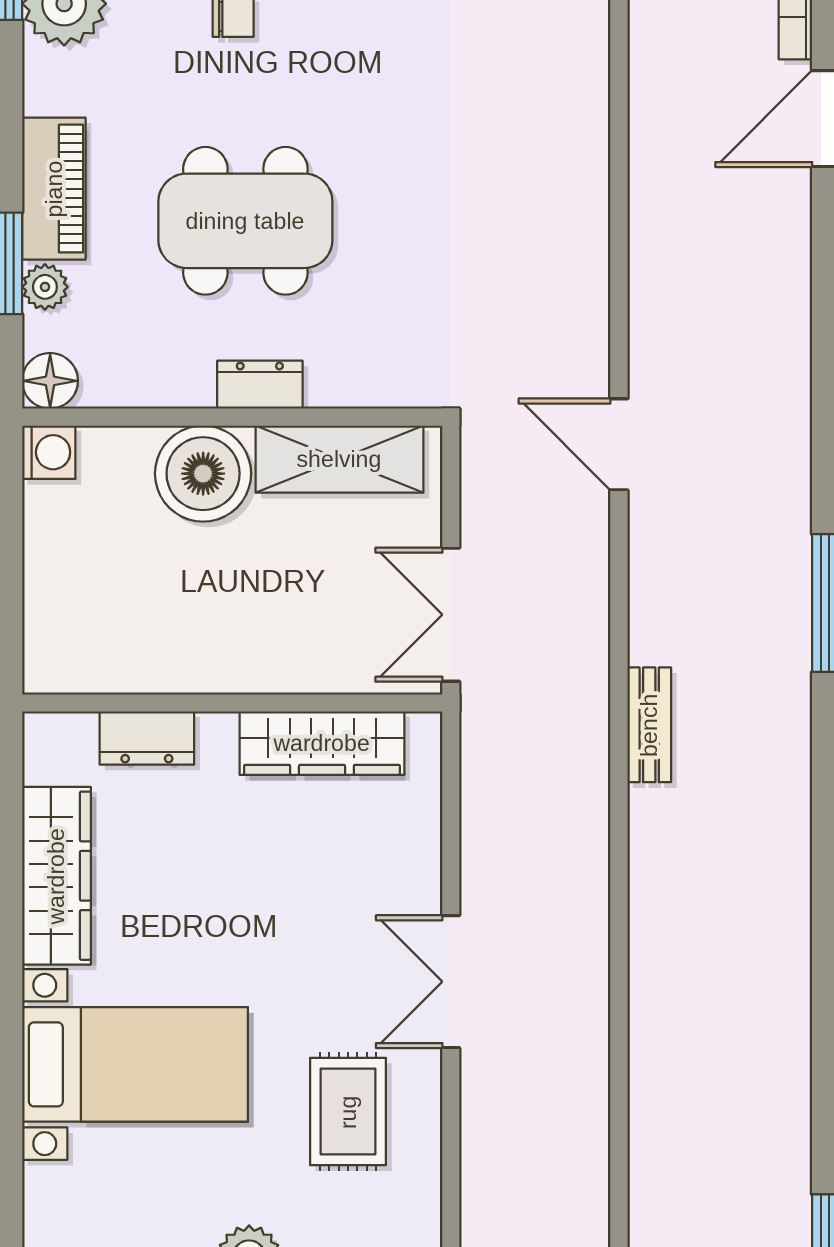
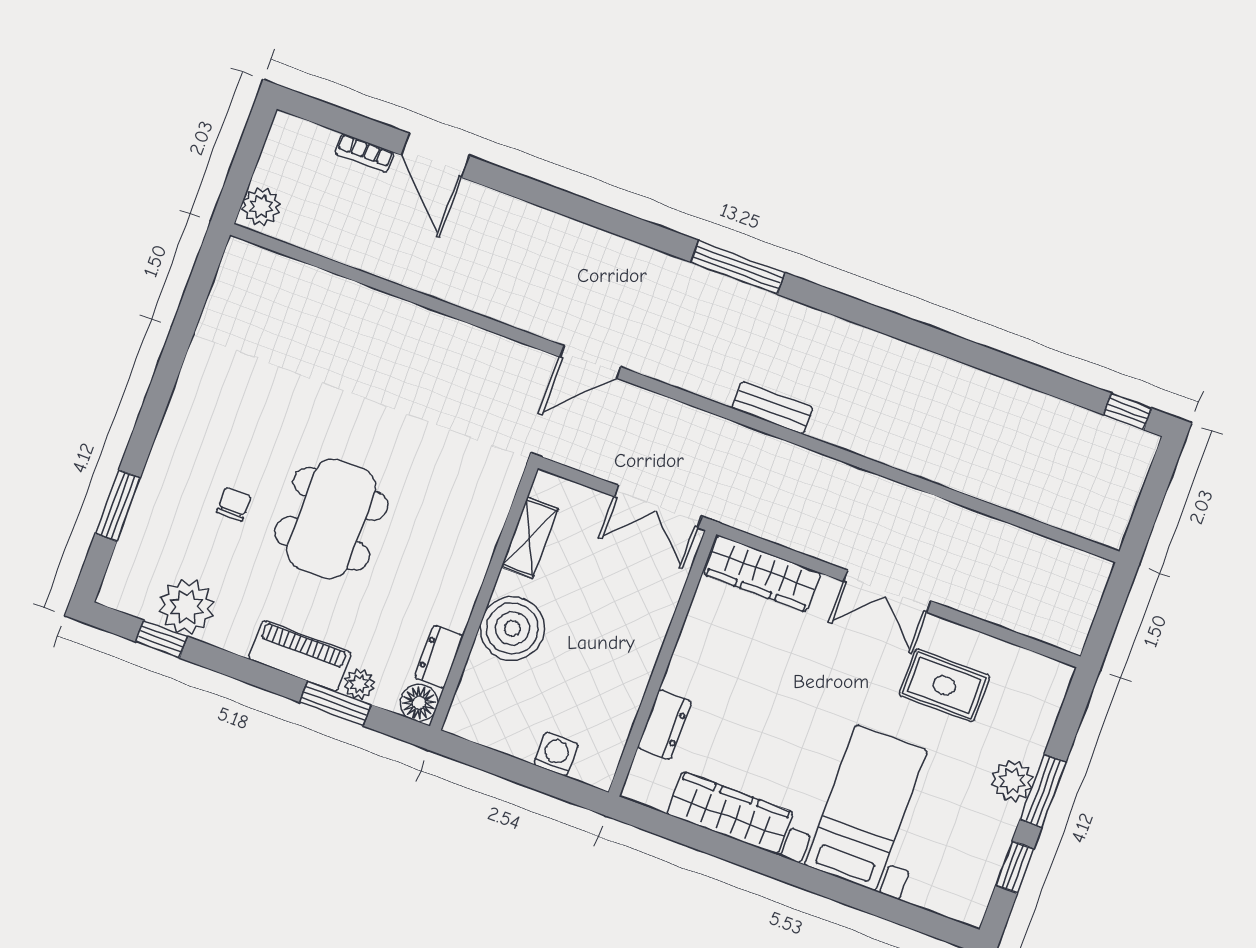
dining table: (245, 221) -> (331, 519), moved
dresser: (260, 385) -> (439, 657), moved
washing machine: (49, 452) -> (556, 754), moved
shelving: (339, 459) -> (530, 538), width x0.67, depth x0.75
wardrobe: (322, 743) -> (762, 573), moved, turned 90

